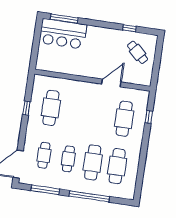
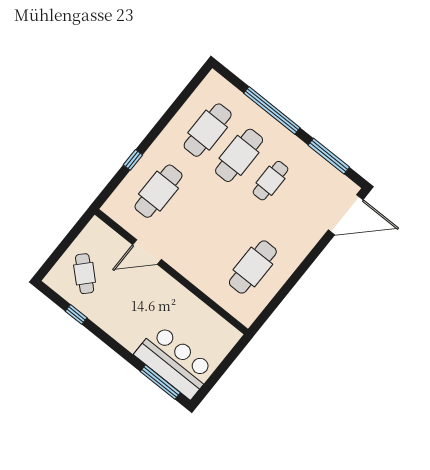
window: (26, 108) -> (288, 287), removed
window: (149, 117) -> (133, 160), moved
cafe table: (44, 155) -> (302, 206), removed

